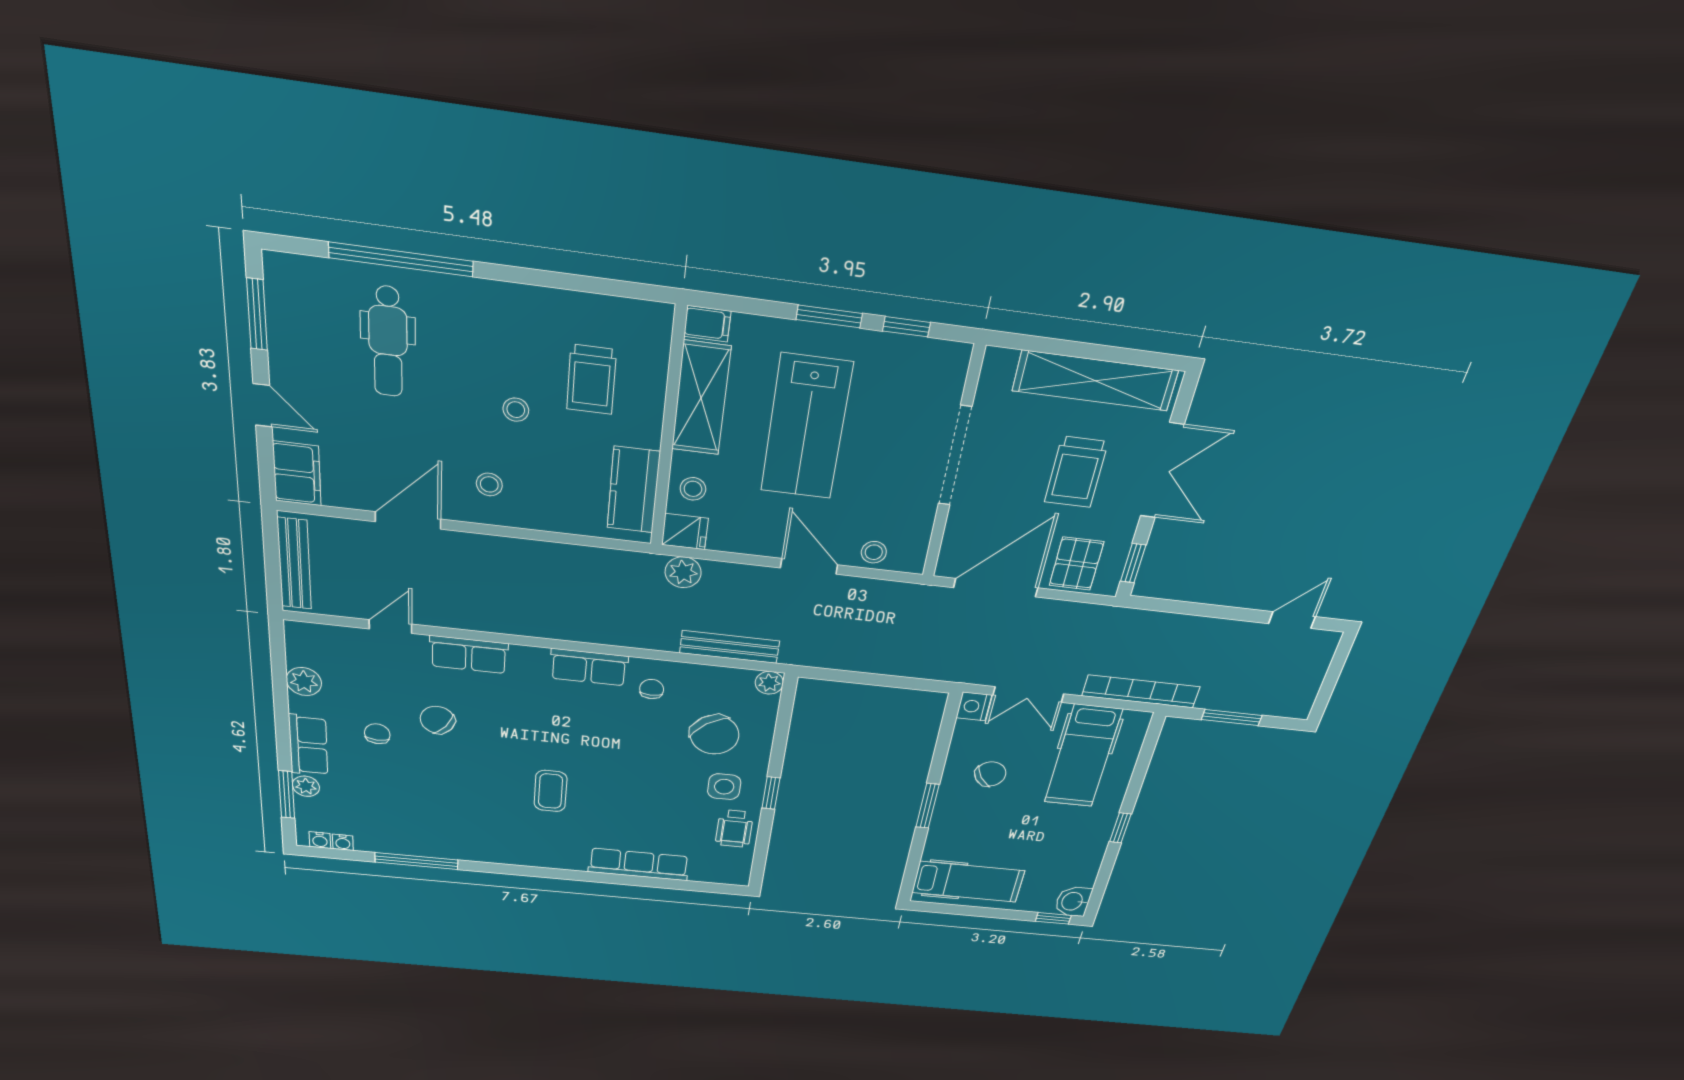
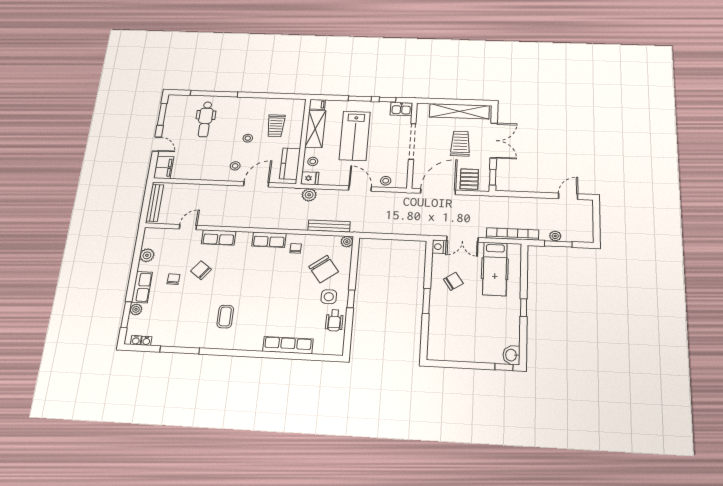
kitchen sink: (940, 359) -> (401, 109), added
trolley: (1076, 472) -> (460, 144), turned 180
door: (408, 520) -> (256, 184), moved
plant: (1231, 701) -> (555, 236), added
coffee table: (551, 791) -> (225, 317), moved
hospital bed: (968, 882) -> (454, 346), removed

